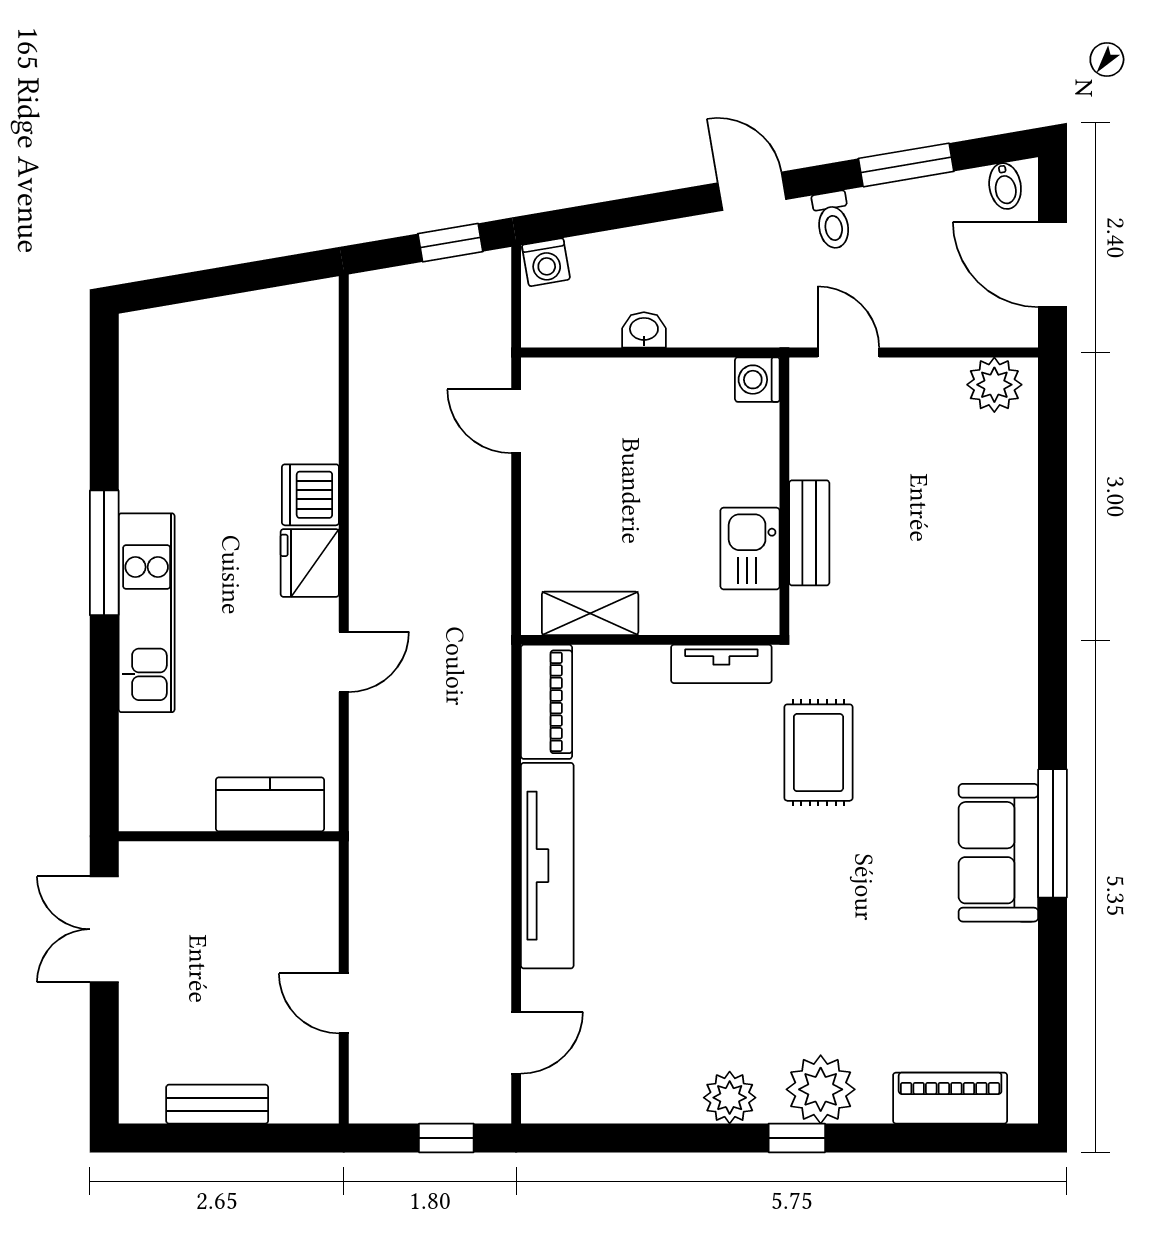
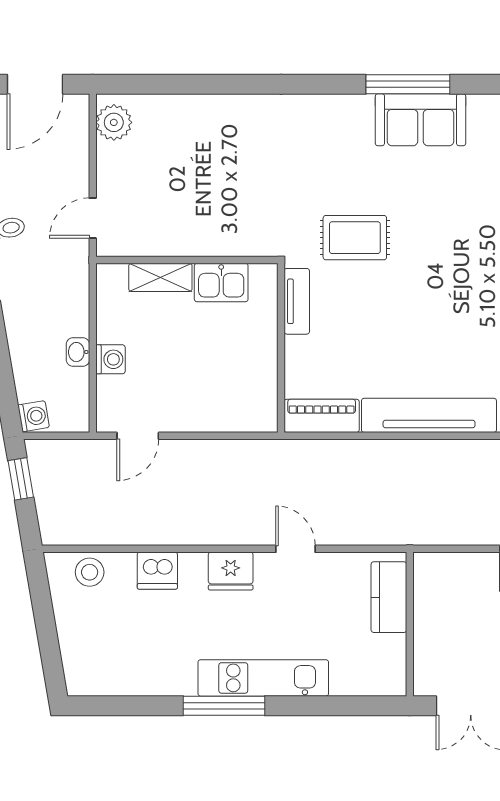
stool: (308, 348) -> (90, 572), added
washing machine: (757, 380) -> (110, 359), moved, turned -90
dishwasher: (310, 495) -> (157, 571), moved
bench: (809, 533) -> (211, 244), removed
shelving: (590, 613) -> (160, 277), moved, turned 90

